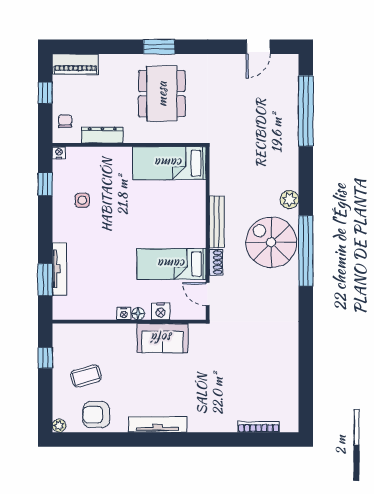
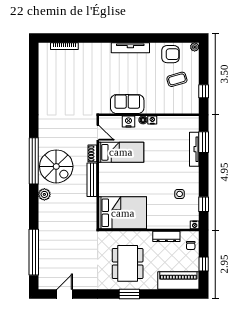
piano: (75, 64) -> (178, 280), width x1.37, depth x1.33
bed: (169, 163) -> (123, 213), width x1.50

